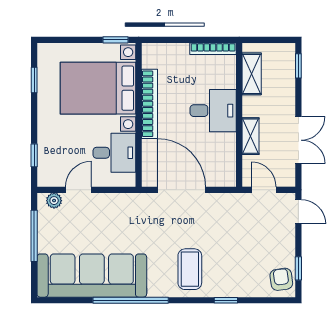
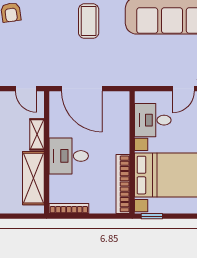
shelving: (252, 74) -> (33, 178), width x1.50, depth x1.33
bookcase: (149, 104) -> (123, 184), moved
door: (182, 190) -> (82, 89), moved

